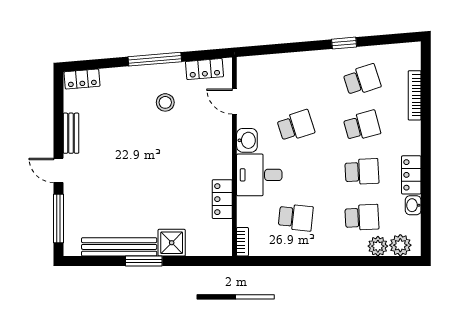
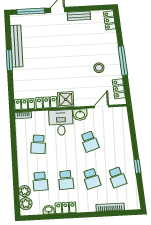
locker: (223, 238) -> (24, 104), added
shower: (172, 243) -> (66, 99), moved

